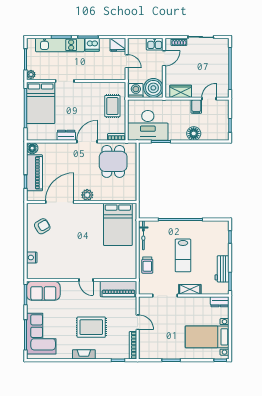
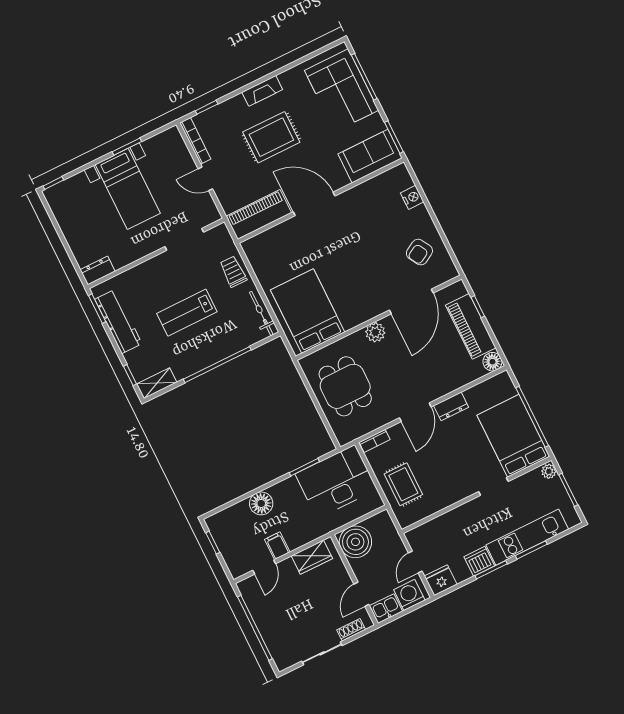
door: (127, 61) -> (415, 562), hinge flipped
washing machine: (136, 90) -> (409, 595), moved, turned 180
dining table: (113, 161) -> (345, 386), moved
lab bench: (183, 255) -> (187, 313), turned -90
workbench: (222, 269) -> (118, 321), width x1.37
door: (86, 280) -> (314, 204), width x1.88
shelving: (190, 289) -> (157, 383), moved
bed with nightstands: (207, 337) -> (128, 189), moved, turned 90

